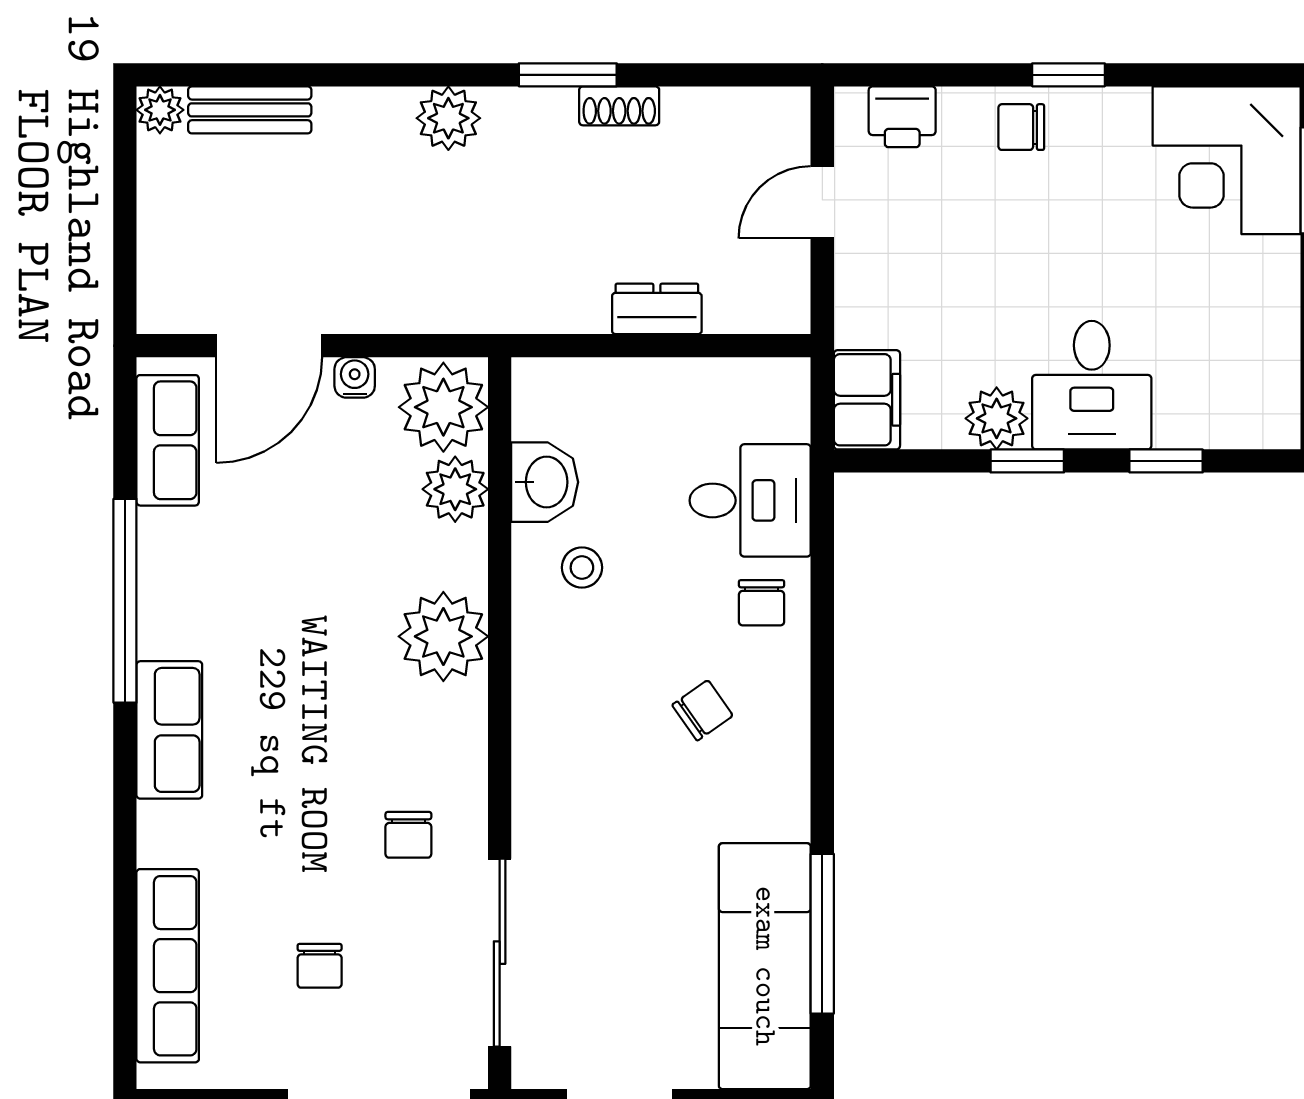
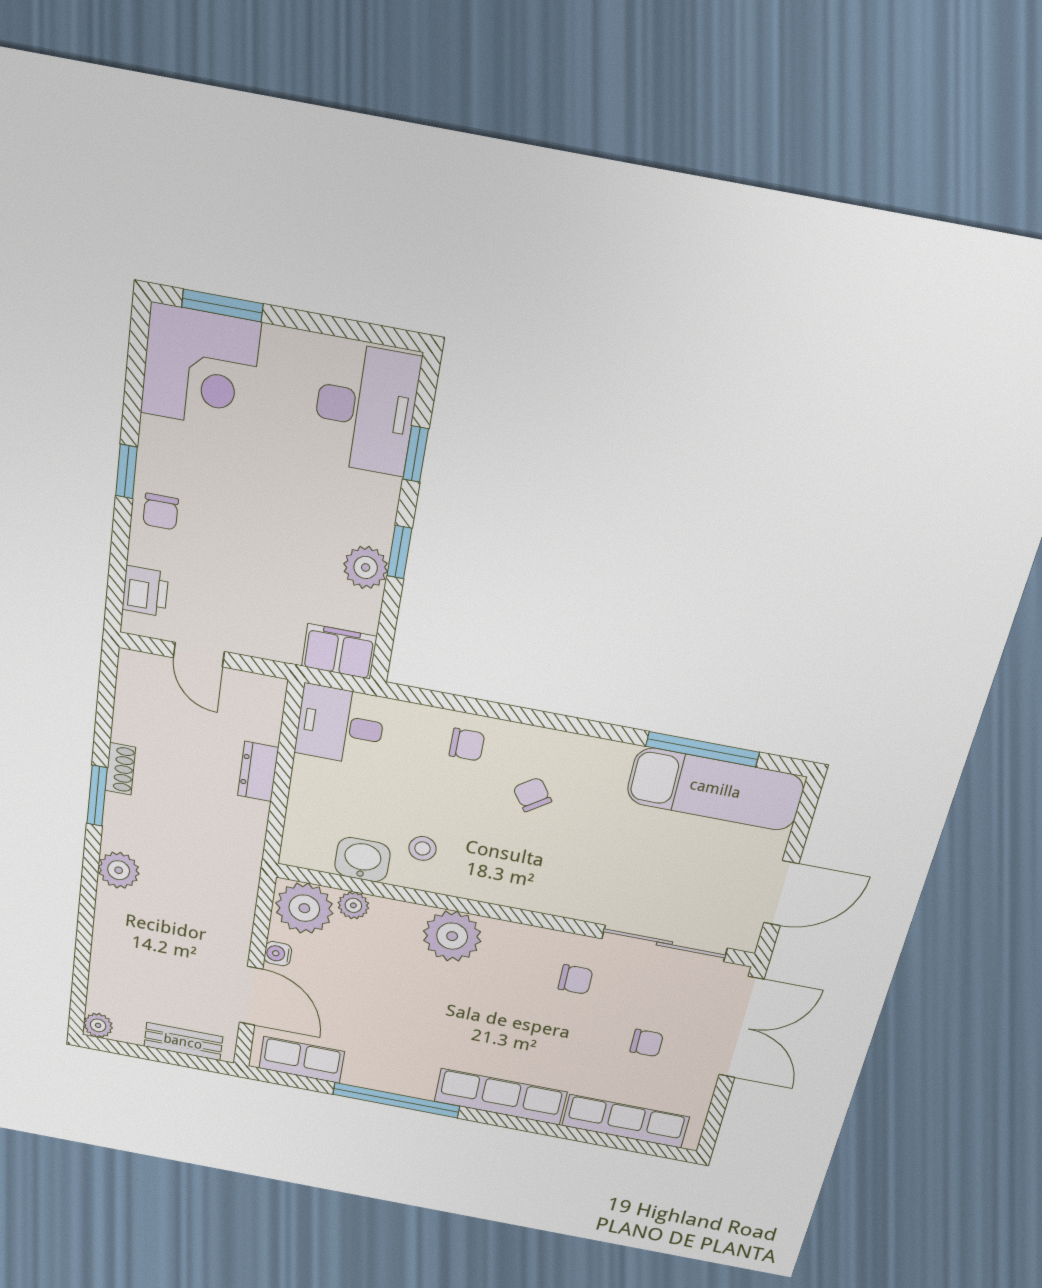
bench: (250, 110) -> (183, 1042), moved, turned 90
desk: (1092, 385) -> (365, 409), moved, width x1.37
plant: (455, 489) -> (353, 905), width x0.73, depth x0.73
desk: (750, 500) -> (340, 725), moved, turned -90
row of seats: (169, 730) -> (501, 1097), width x1.48

